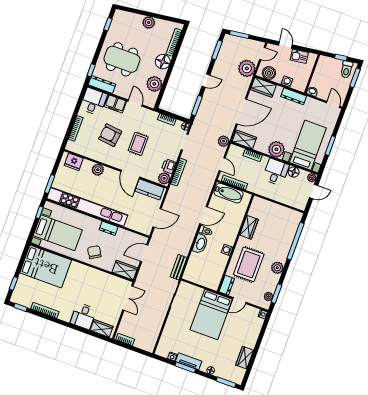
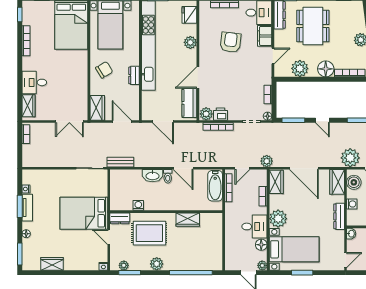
rug: (138, 144) -> (232, 74), removed
washing machine: (227, 250) -> (138, 205), moved

